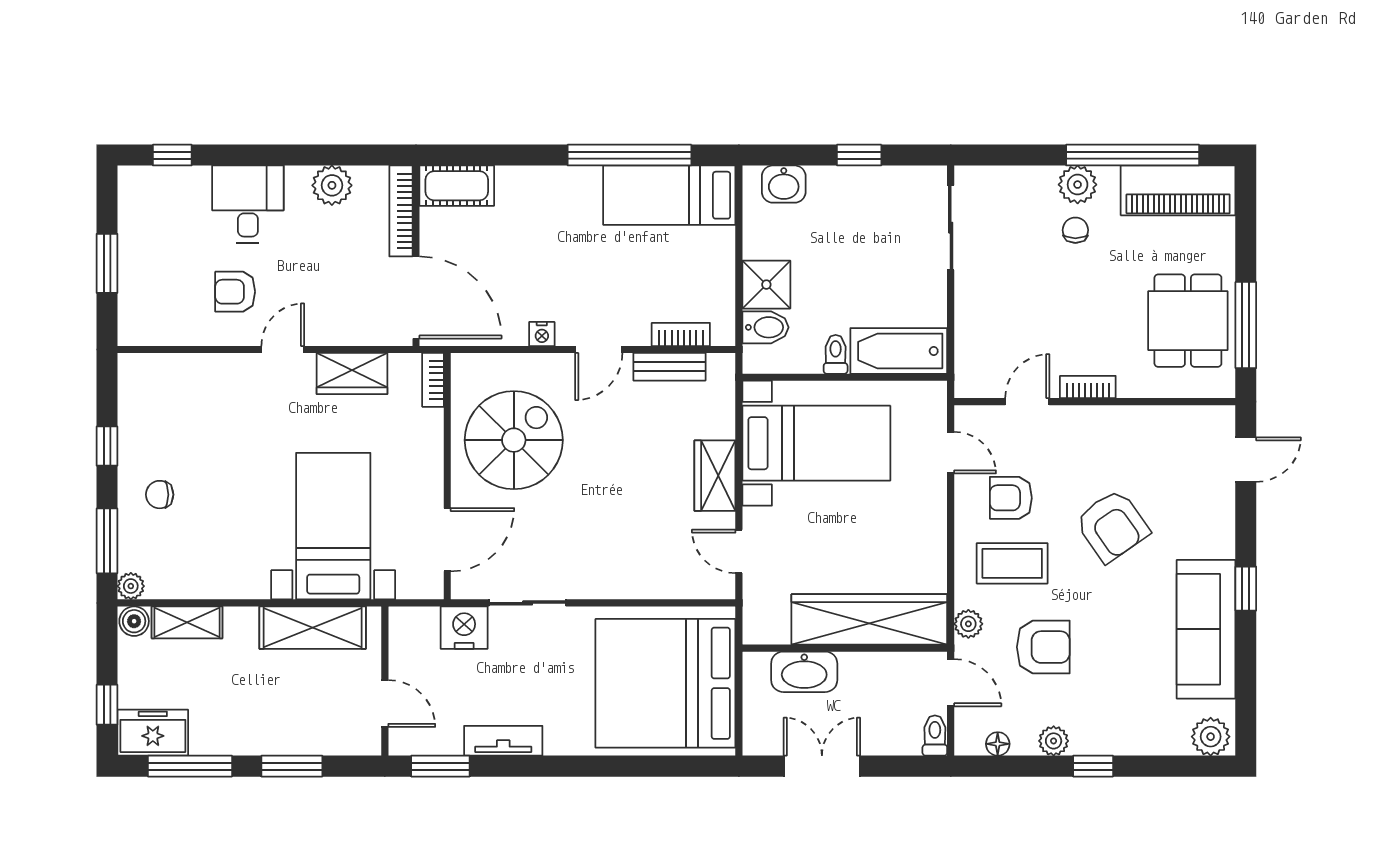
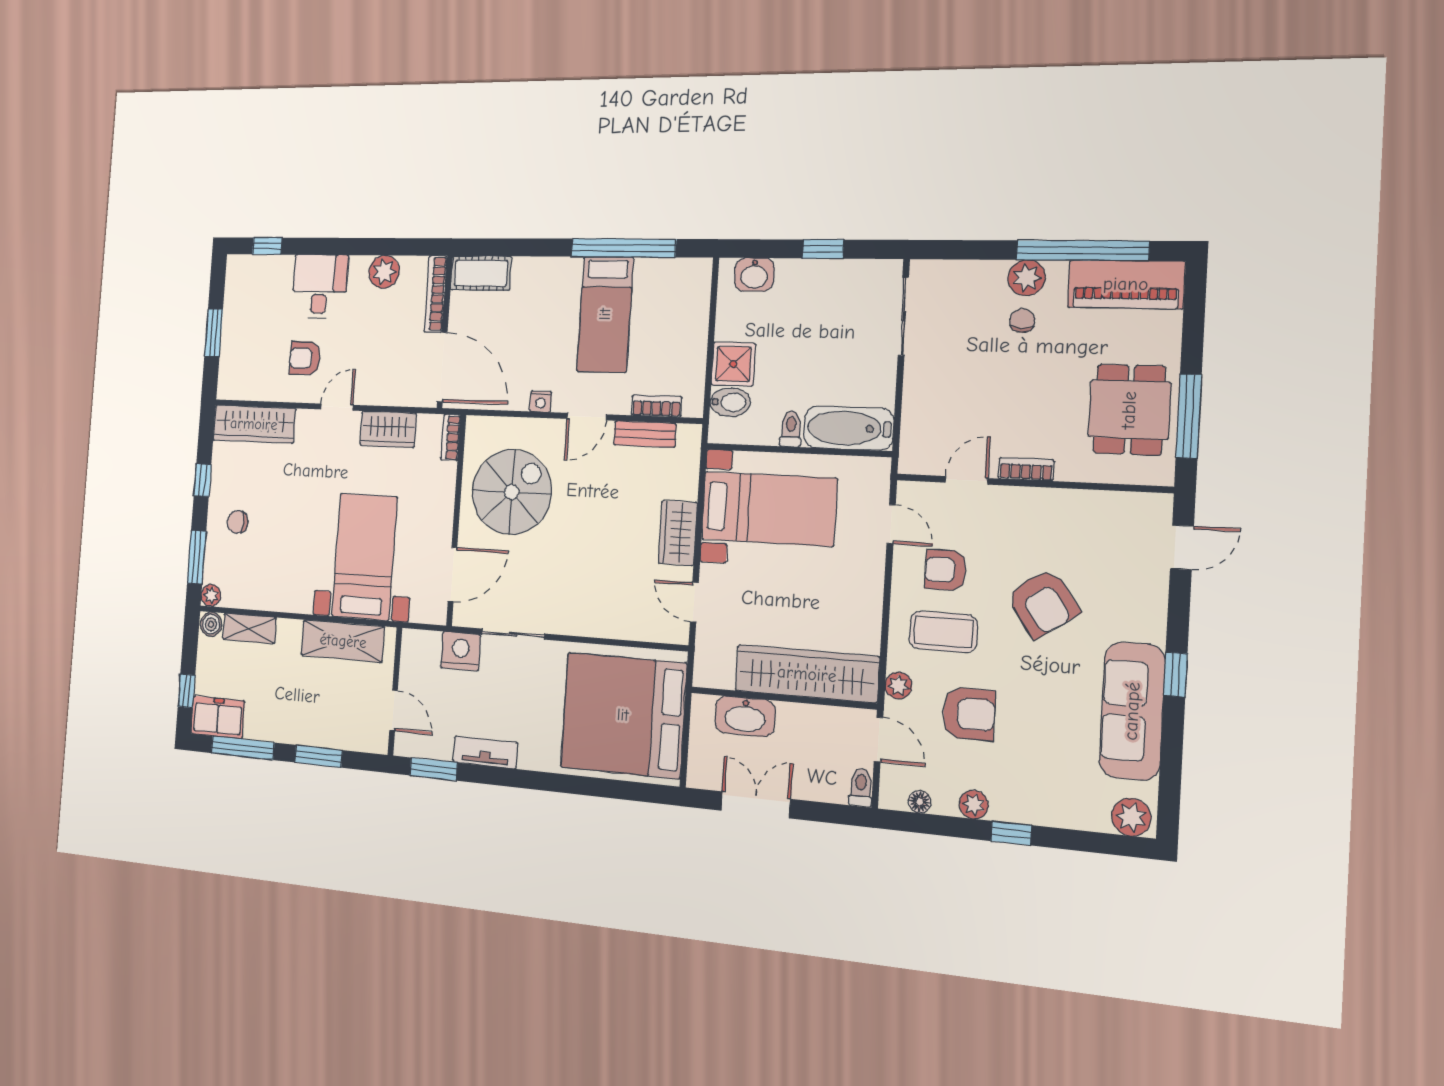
bed: (669, 195) -> (605, 314), moved, turned -90
wardrobe: (173, 374) -> (254, 424), added

